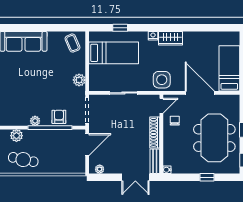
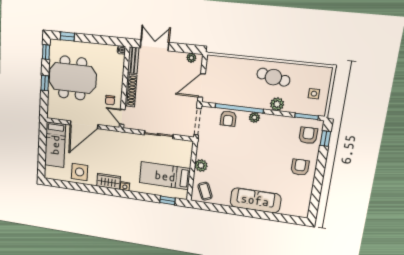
window: (120, 28) -> (167, 200), moved
plant: (79, 80) -> (201, 166), moved
side table: (162, 80) -> (80, 172), moved
door: (200, 93) -> (84, 125), hinge flipped
door: (161, 106) -> (122, 117), hinge flipped
meeting table: (214, 138) -> (73, 78), turned 90
window: (207, 177) -> (67, 36), moved

